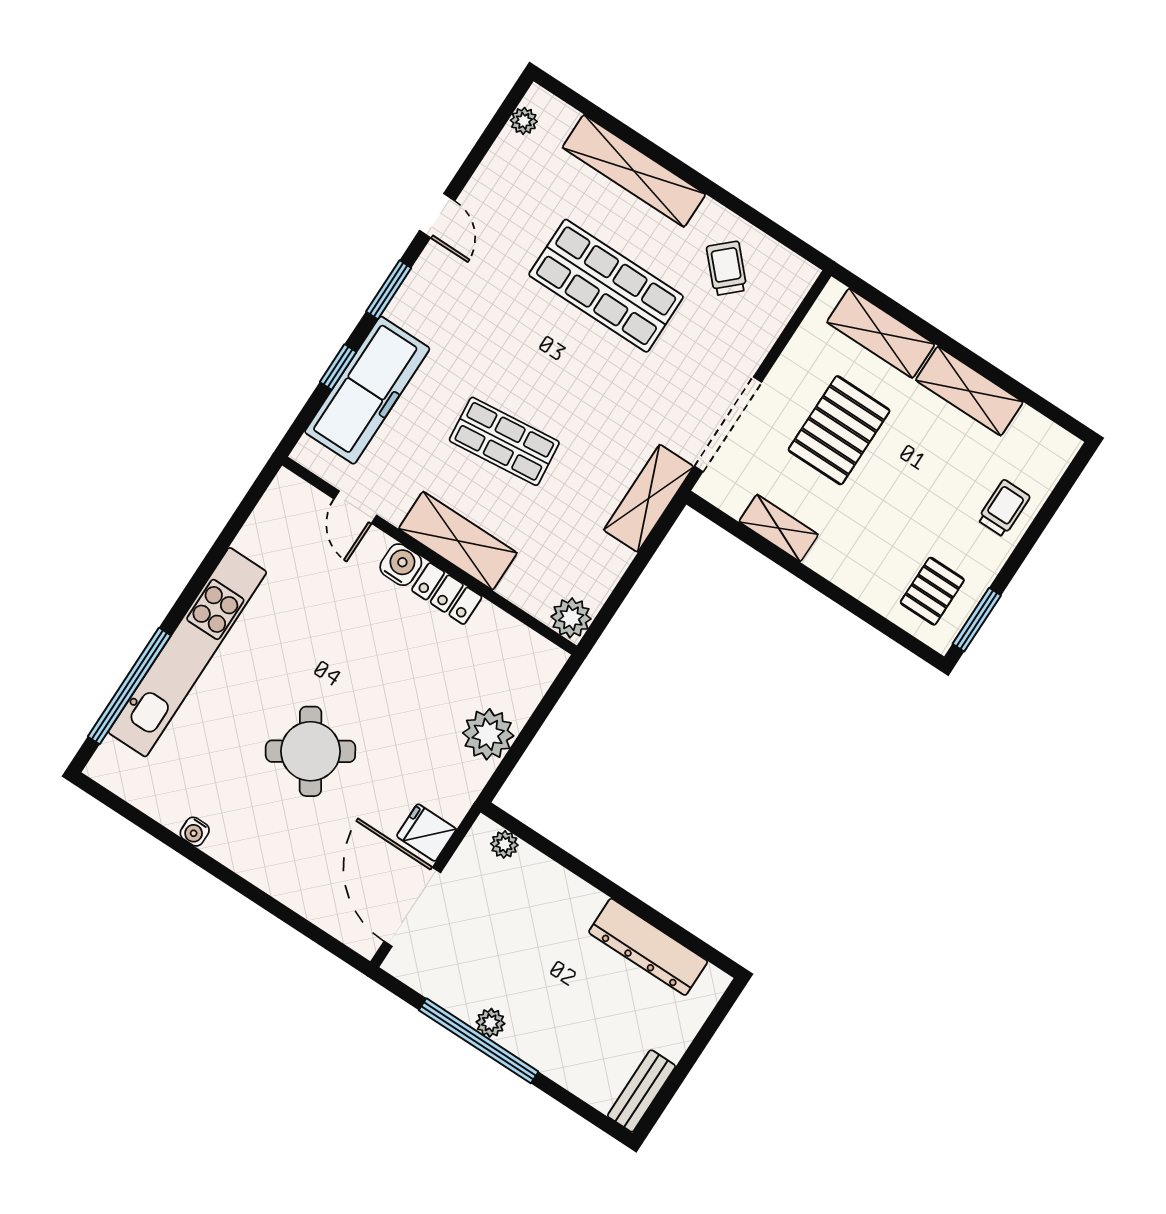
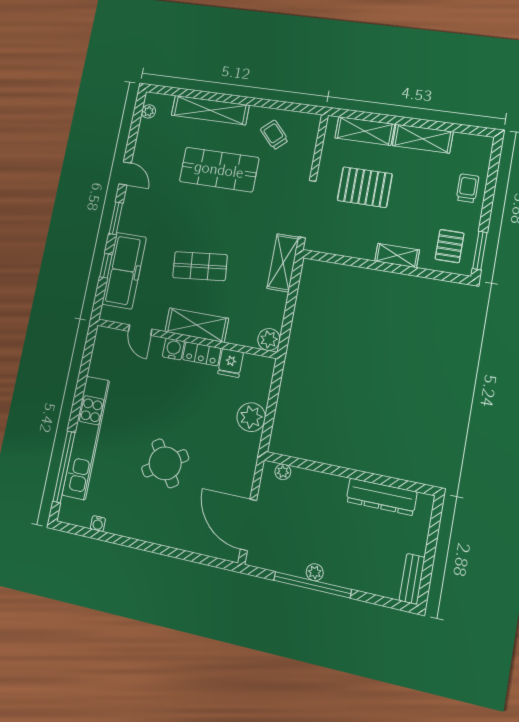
pallet: (839, 430) -> (365, 187), turned 90
shelving: (779, 528) -> (397, 255), moved
water cooler: (195, 832) -> (98, 524), moved
fridge: (426, 833) -> (231, 363), moved, turned -90

